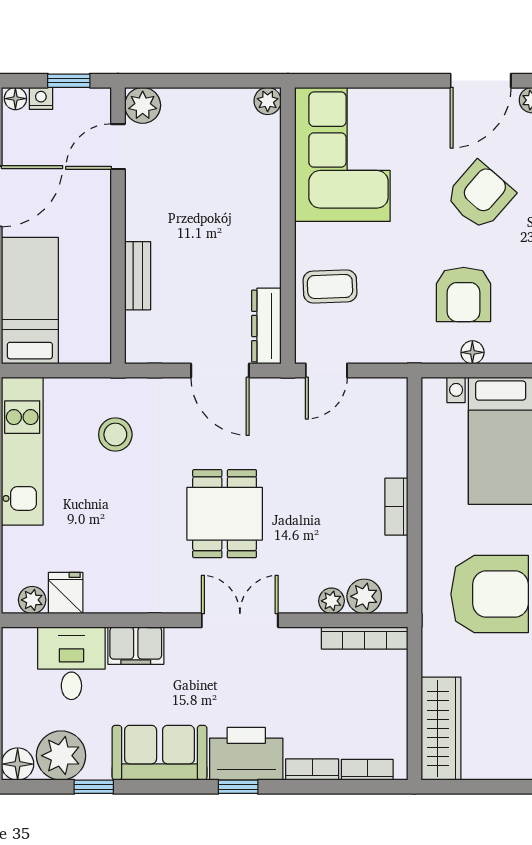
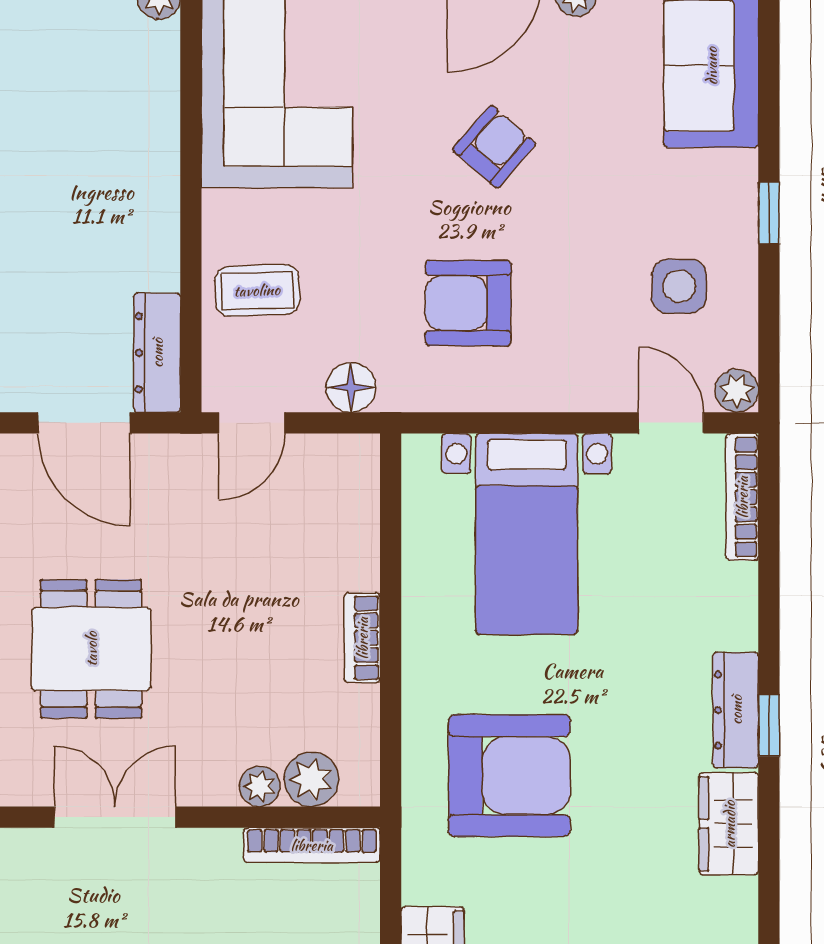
armchair: (480, 195) -> (494, 147), width x0.72, depth x0.72
armchair: (464, 294) -> (468, 303), turned 90
floor lamp: (472, 352) -> (351, 387), moved, width x1.37, depth x1.37

